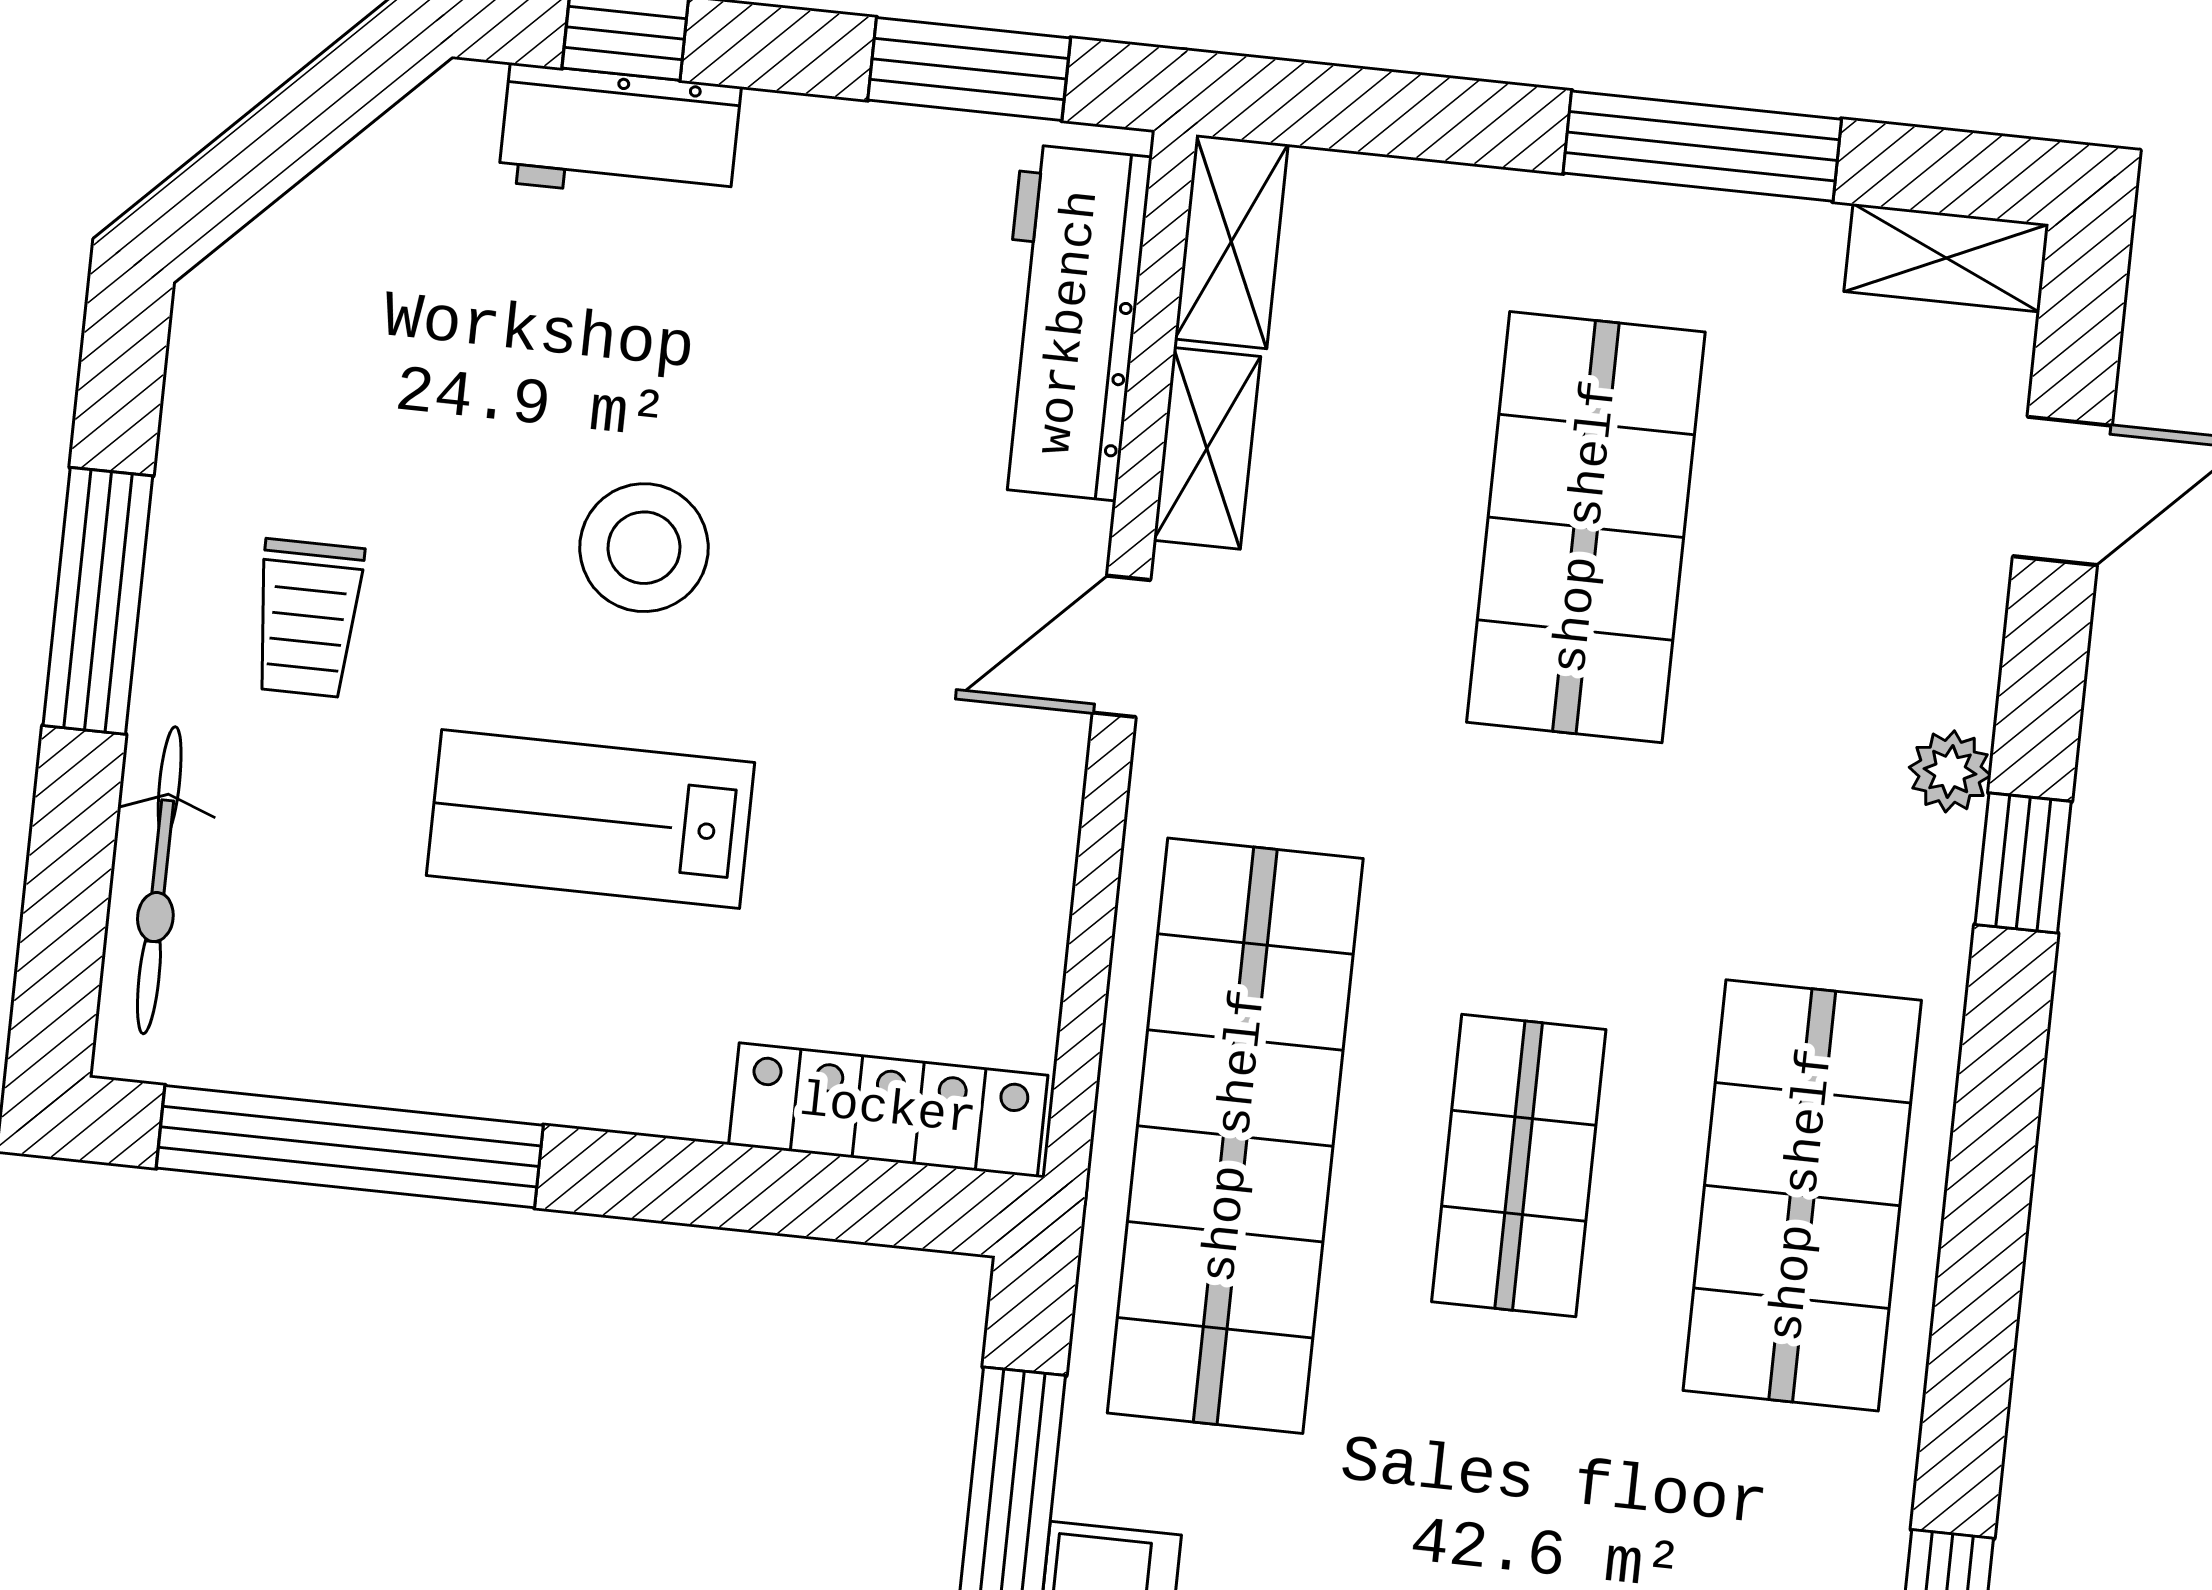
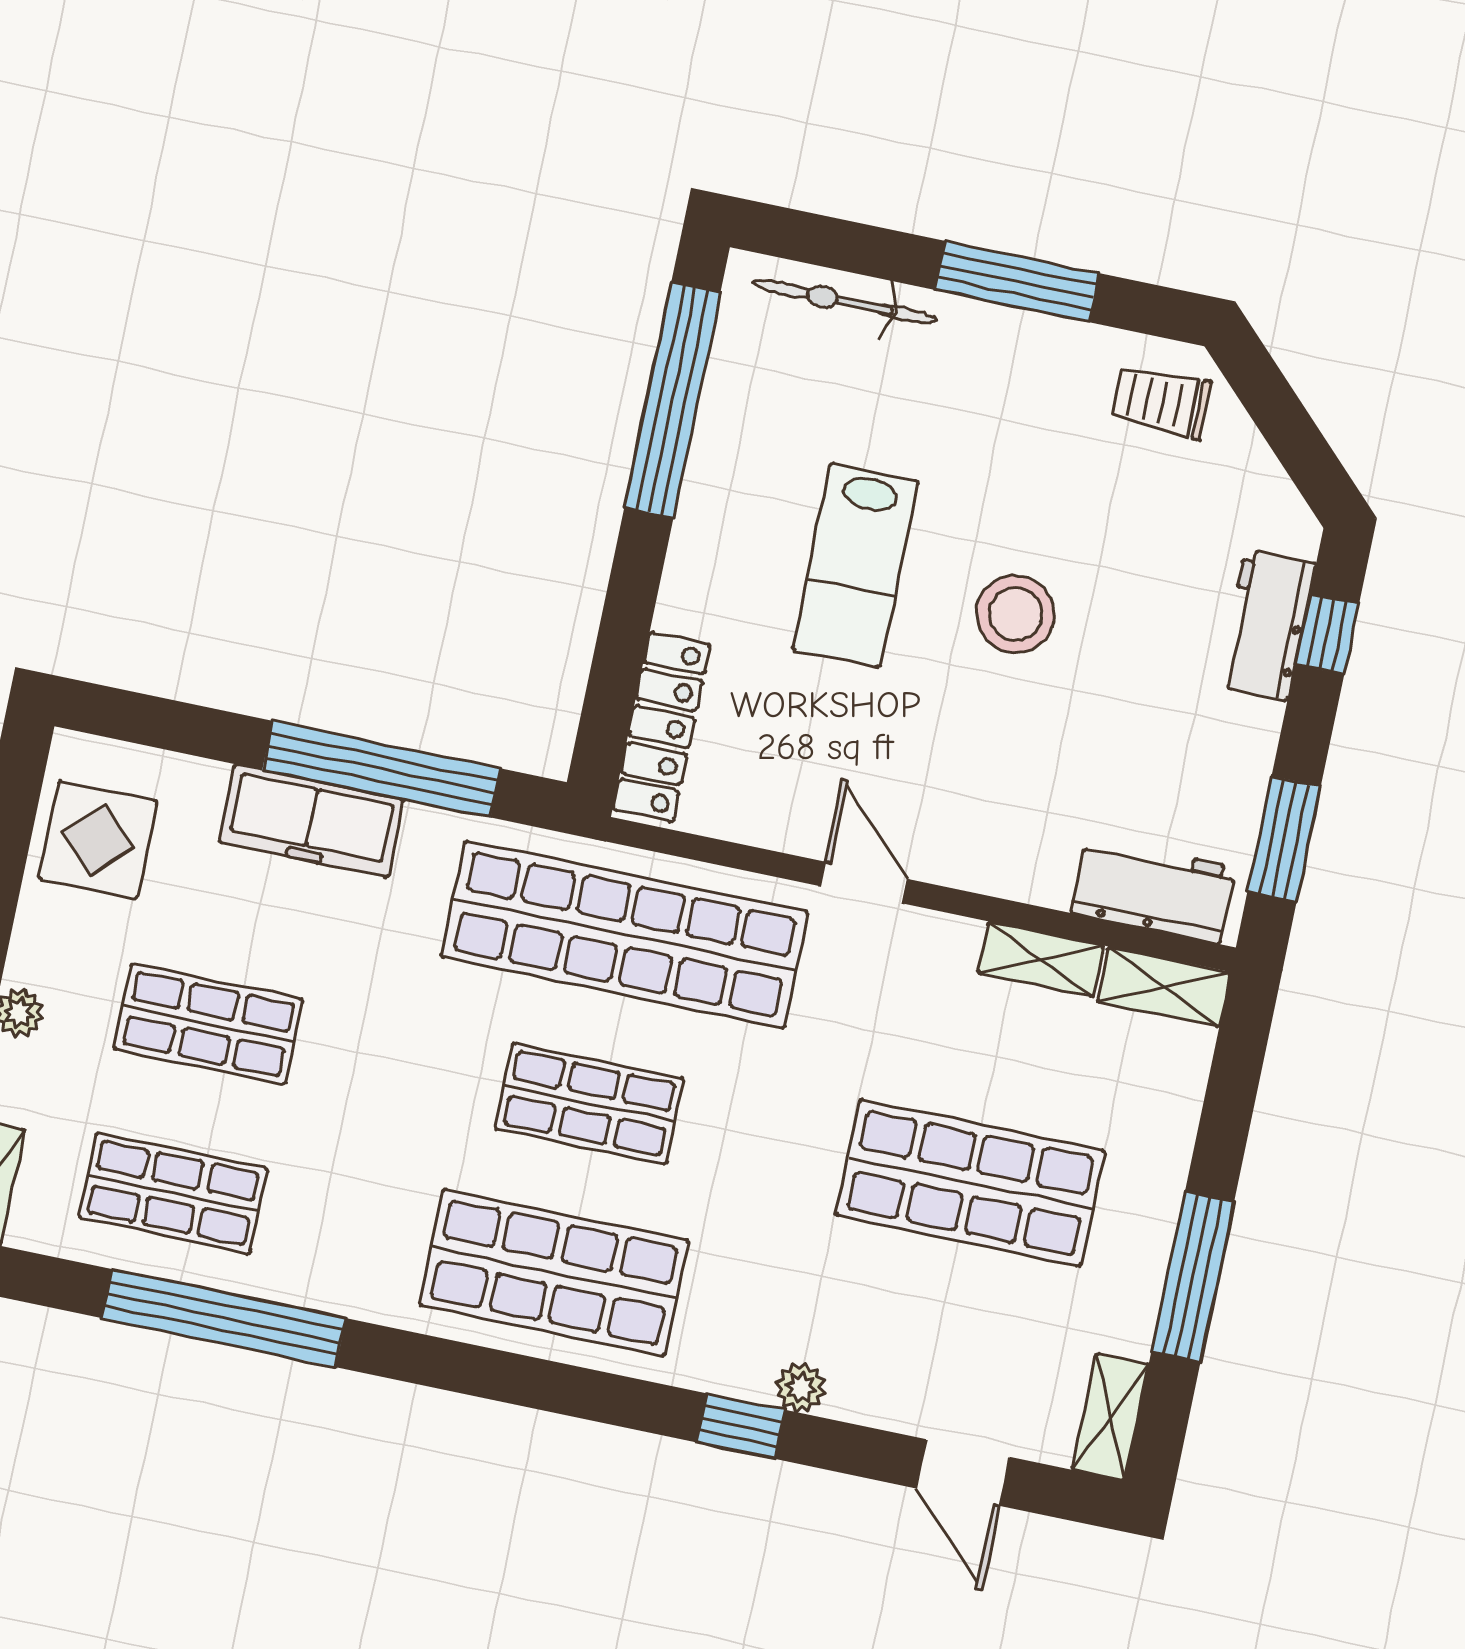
workbench: (1069, 322) -> (1153, 890), width x0.73
trolley: (308, 618) -> (1161, 402), moved
door: (1121, 646) -> (864, 883), moved
lab bench: (591, 819) -> (855, 565), turned 180

